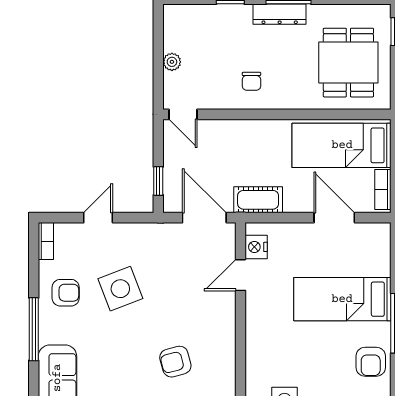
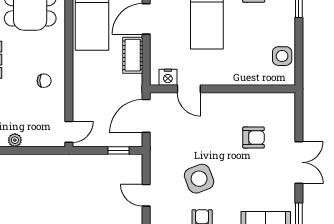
plant: (172, 62) -> (15, 140), moved
cot: (258, 200) -> (133, 55), moved
armchair: (175, 362) -> (254, 138), turned -75

